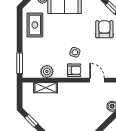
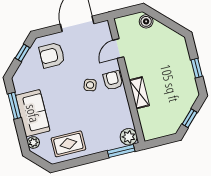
plant: (47, 72) -> (129, 137), moved
shelving: (46, 88) -> (139, 93), moved

